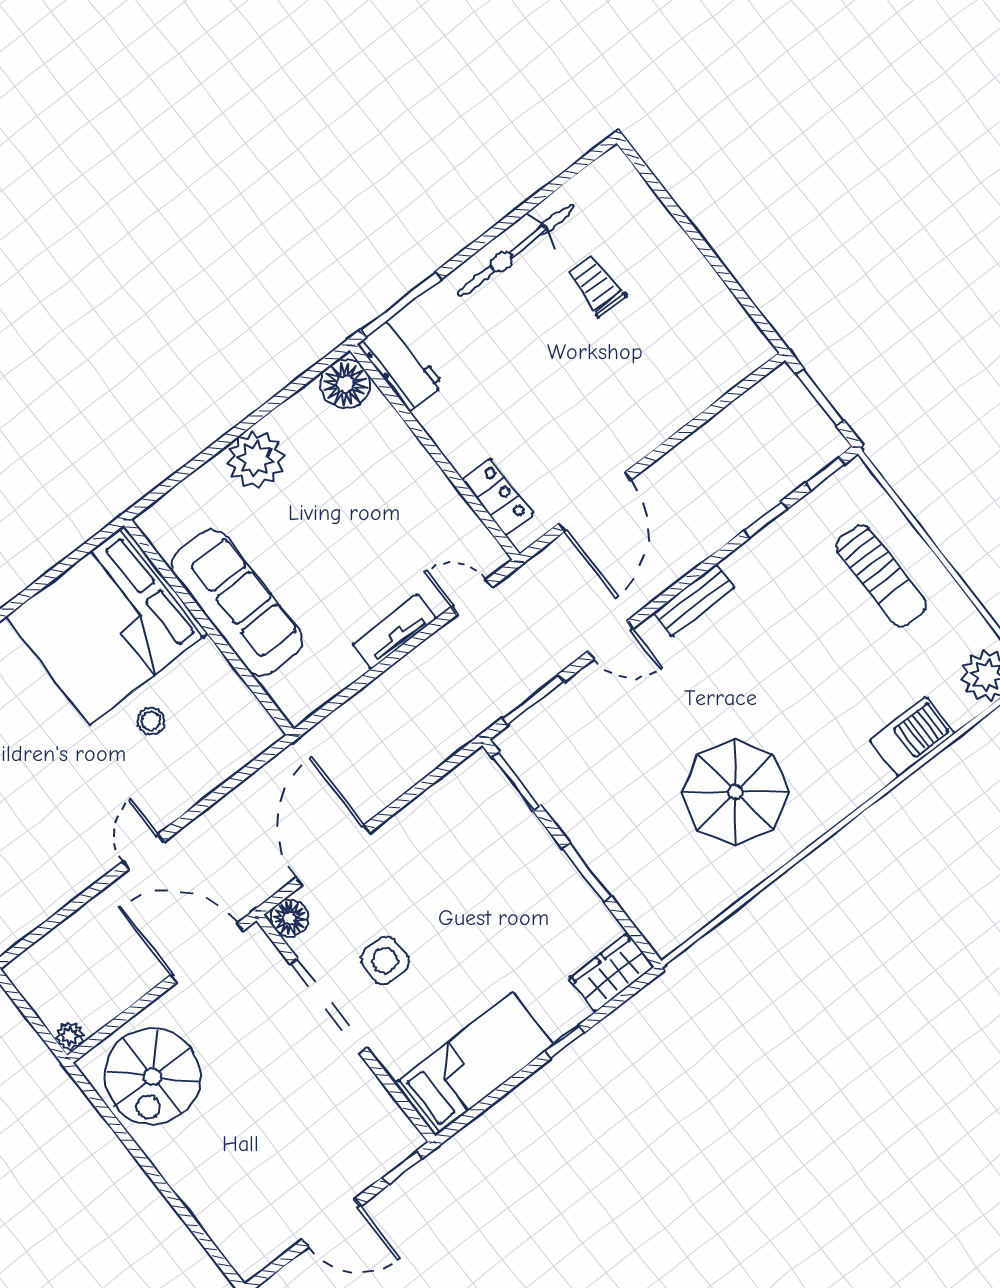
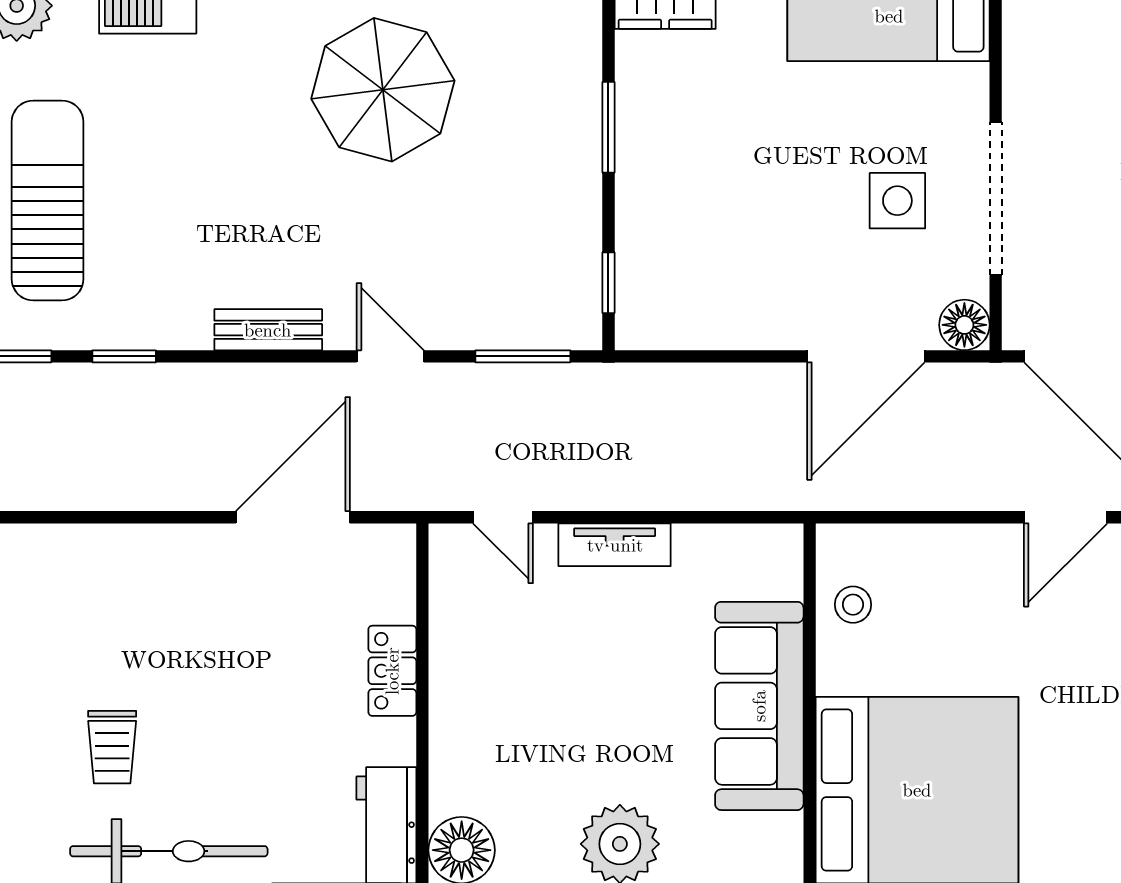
locker: (498, 497) -> (392, 671), moved
sun lounger: (881, 576) -> (48, 200), width x1.36, depth x1.34
stool: (151, 721) -> (853, 605), moved
window: (516, 782) -> (608, 283), width x0.67
door: (144, 852) -> (1066, 517), width x1.38

